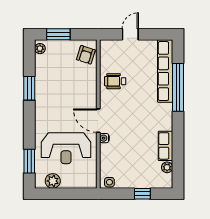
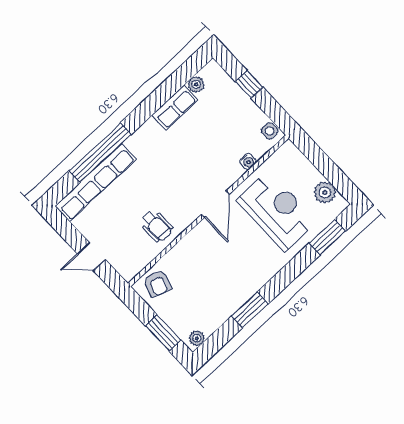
armchair: (86, 55) -> (158, 283), turned 91
water cooler: (104, 138) -> (248, 161), moved

